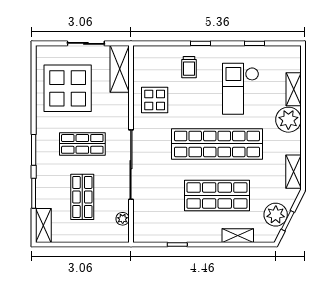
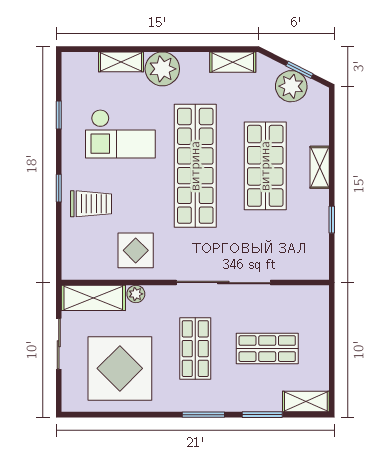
trolley: (189, 67) -> (91, 204), width x1.36, depth x1.39
plant: (123, 219) -> (136, 294), moved
shelving: (238, 236) -> (320, 167), moved

